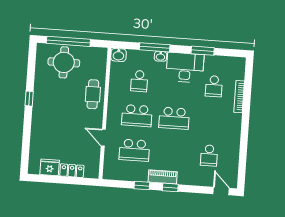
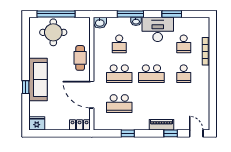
window: (29, 99) -> (26, 87), moved
sofa: (42, 116) -> (38, 80), added
door: (103, 138) -> (92, 95), width x1.88
school desk: (209, 155) -> (184, 74), moved
fridge: (50, 167) -> (37, 123), moved
locker: (72, 171) -> (80, 125), moved
piano: (163, 177) -> (161, 125), moved
window: (170, 187) -> (171, 133), moved

